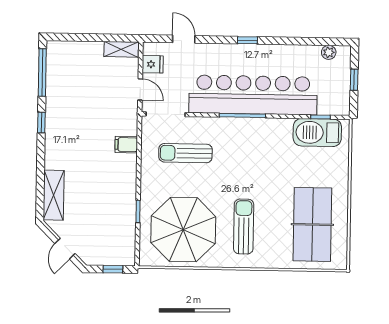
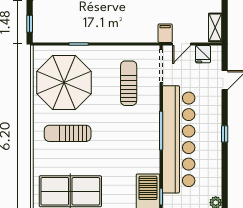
filing cabinet: (126, 145) -> (165, 33), moved
sun lounger: (244, 227) -> (68, 133), turned 180

